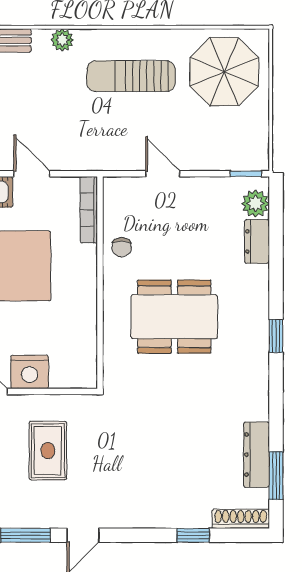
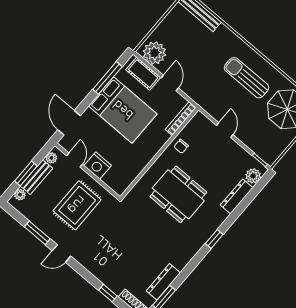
plant: (62, 40) -> (231, 38), removed
dresser: (257, 241) -> (237, 196), width x1.44
rug: (48, 451) -> (77, 205), width x1.36, depth x1.43

